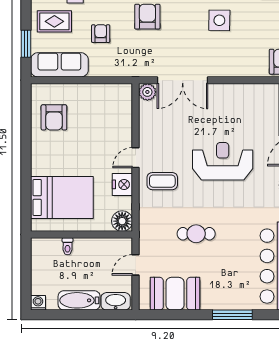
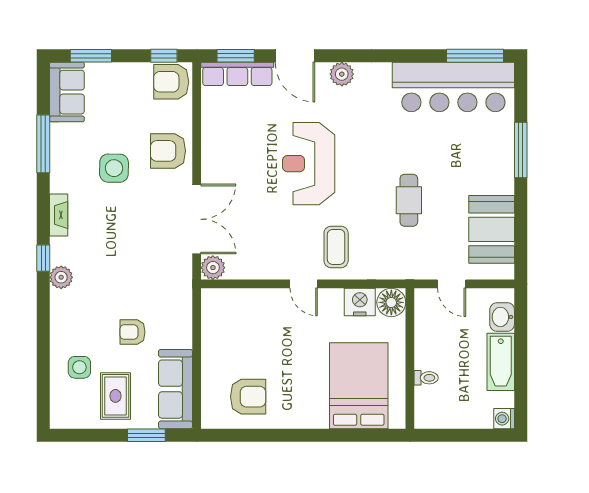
armchair: (147, 17) -> (168, 151), moved
nightstand: (122, 184) -> (360, 302), moved
washbasin: (116, 301) -> (502, 317), width x0.72

